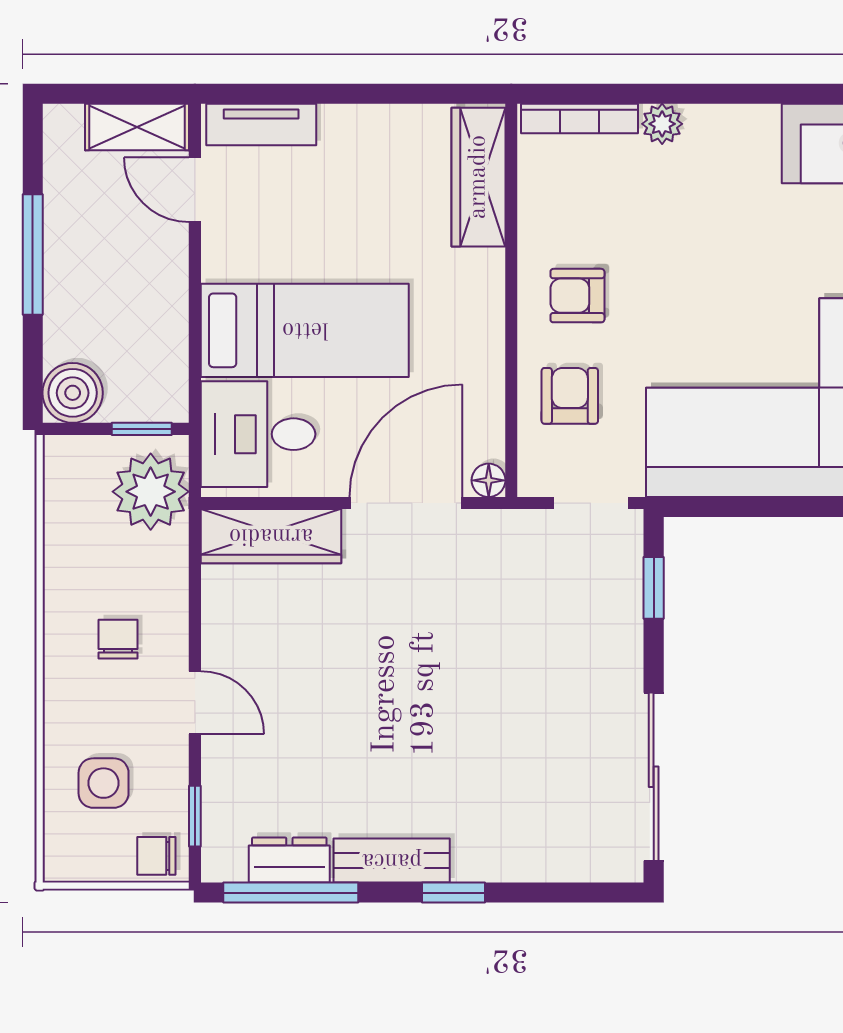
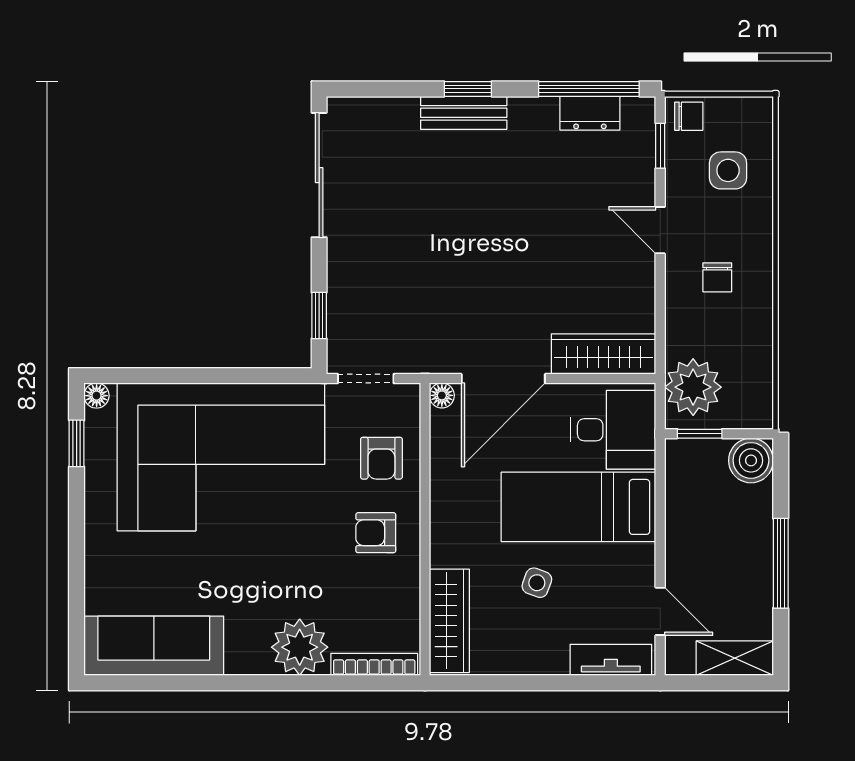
plant: (662, 124) -> (300, 647), width x1.88, depth x1.88
shelving: (137, 127) -> (735, 658), moved
side table: (361, 228) -> (537, 583), added
armchair: (577, 296) -> (376, 533), turned 180
bench: (392, 861) -> (464, 113), moved

